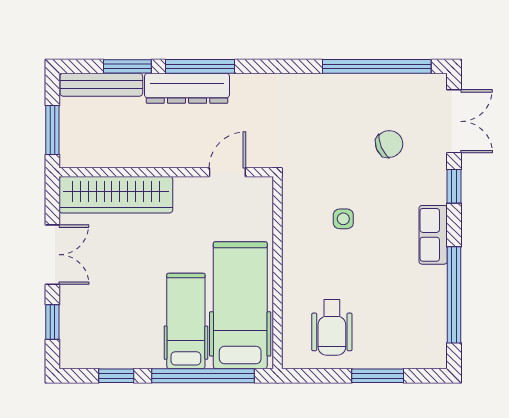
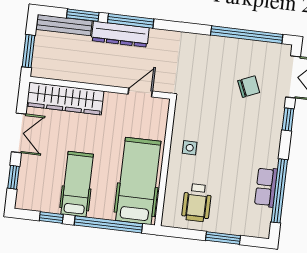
side table: (343, 219) -> (190, 148), moved
row of seats: (433, 235) -> (266, 187), moved
hospital bed: (186, 321) -> (77, 184), moved

